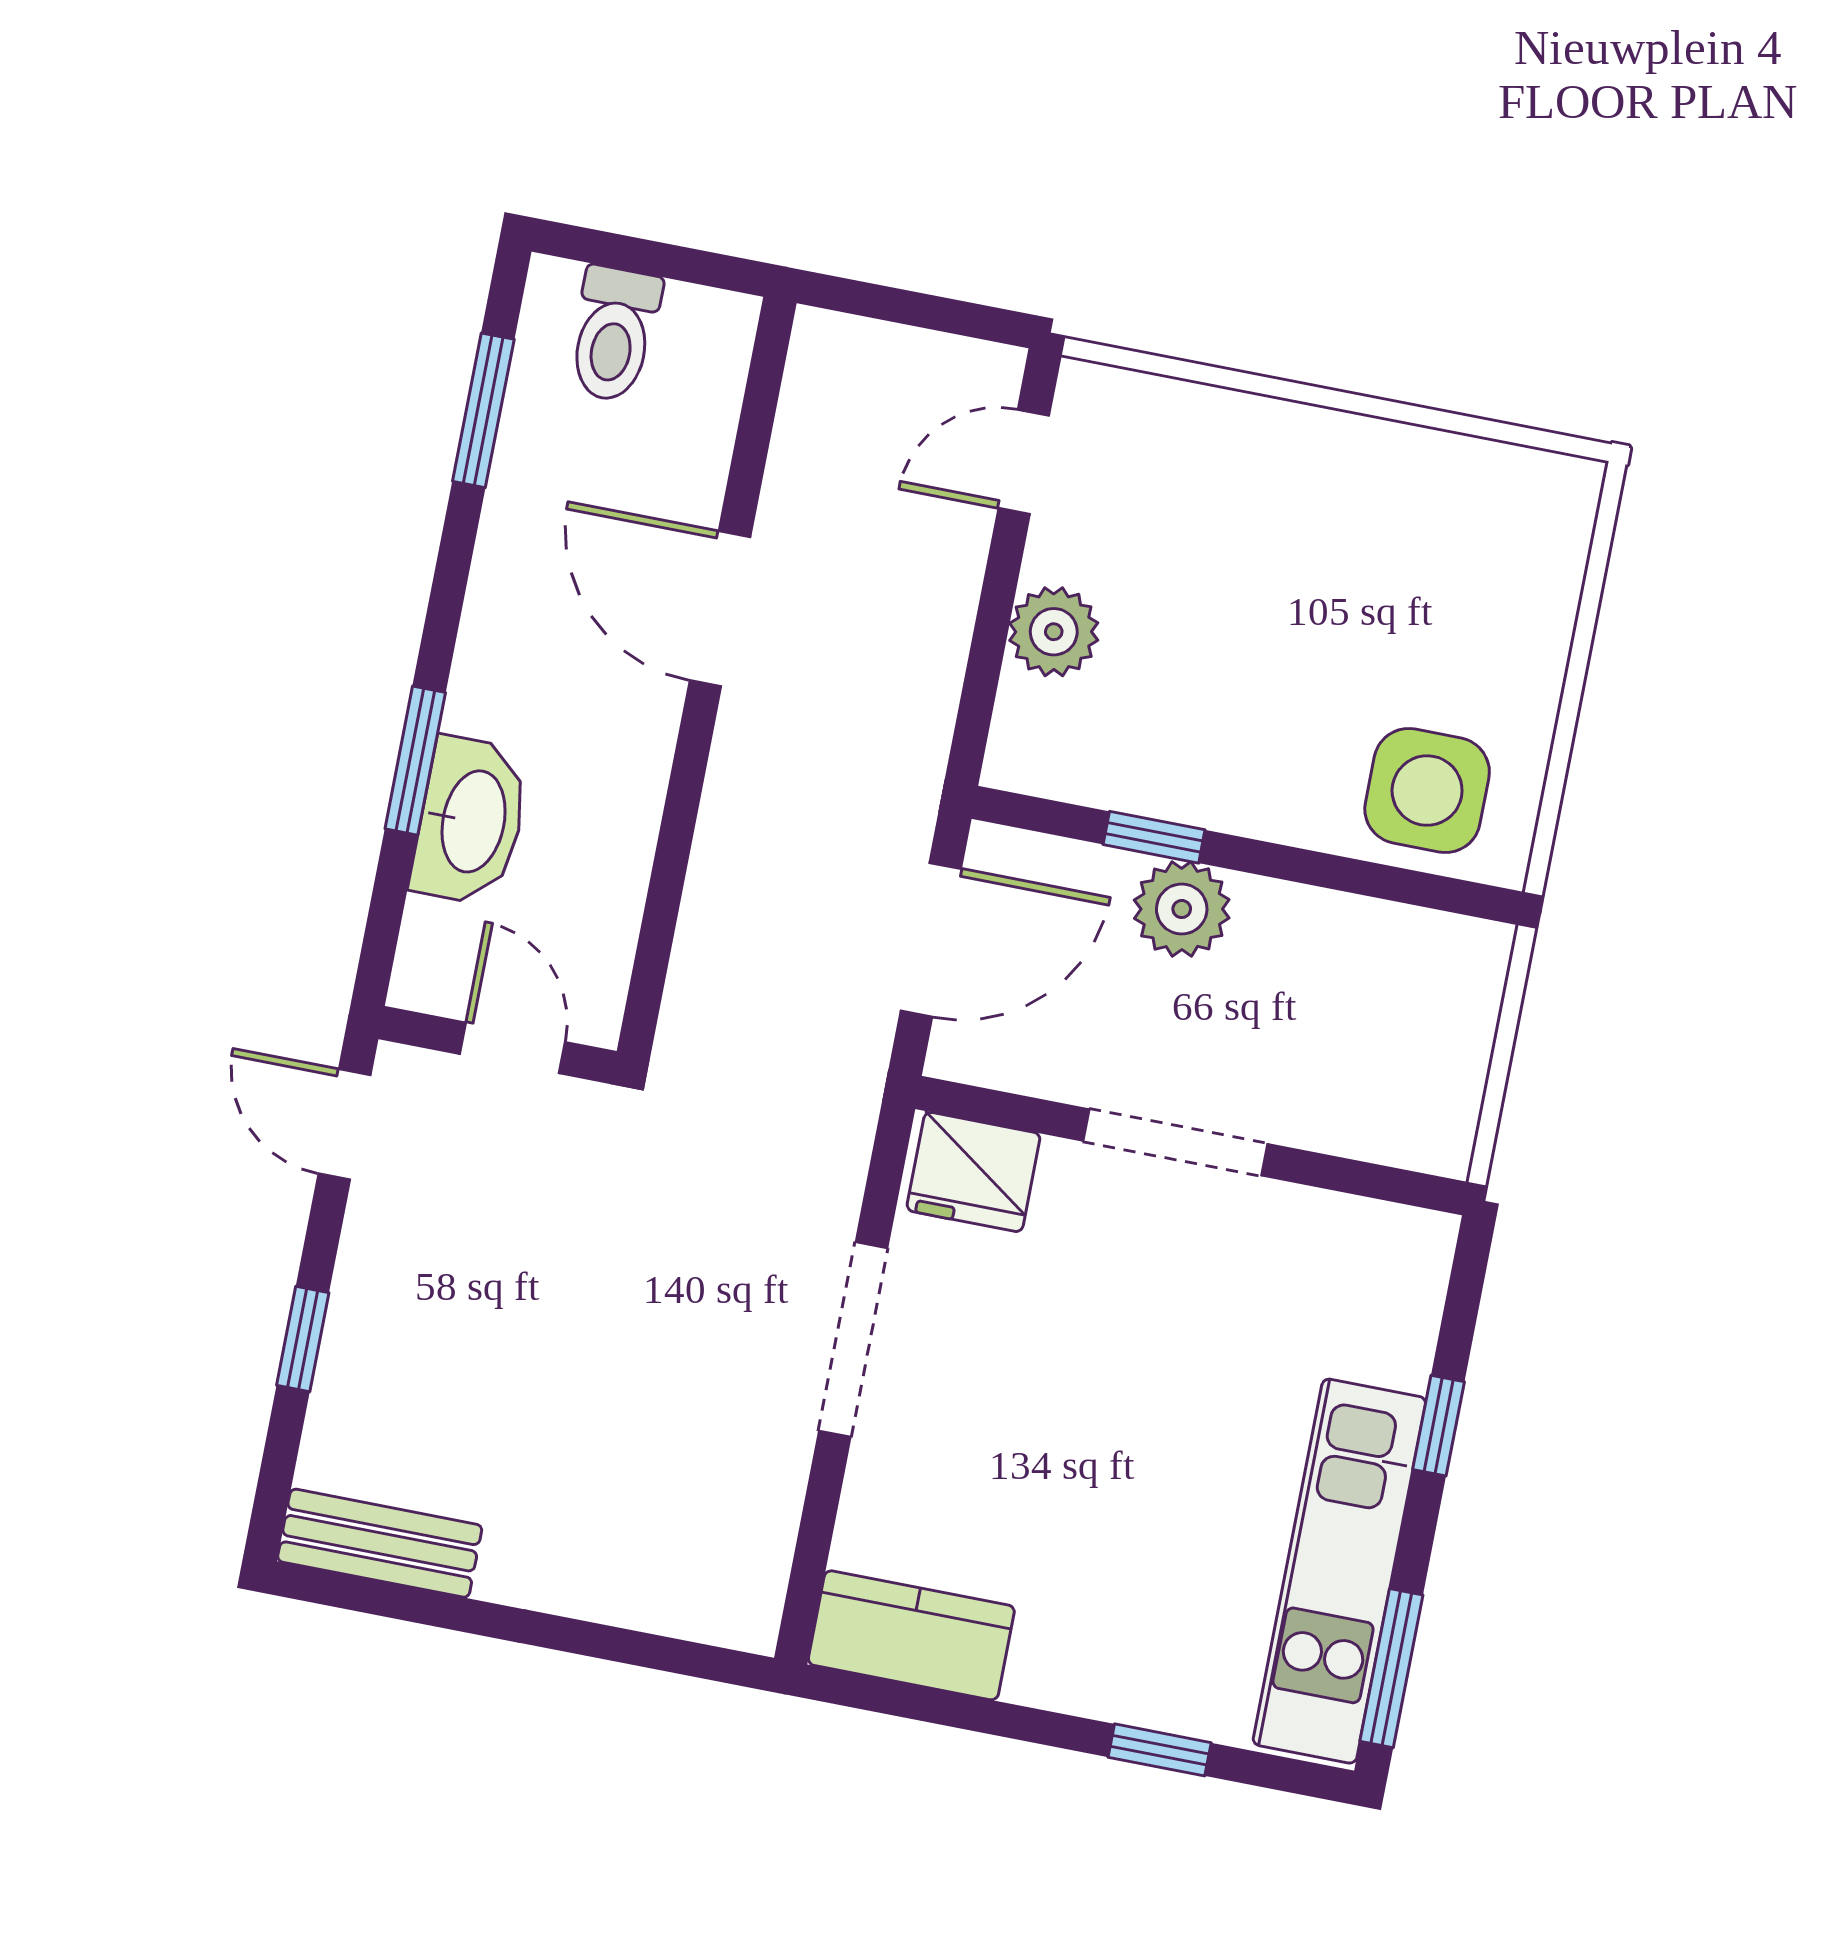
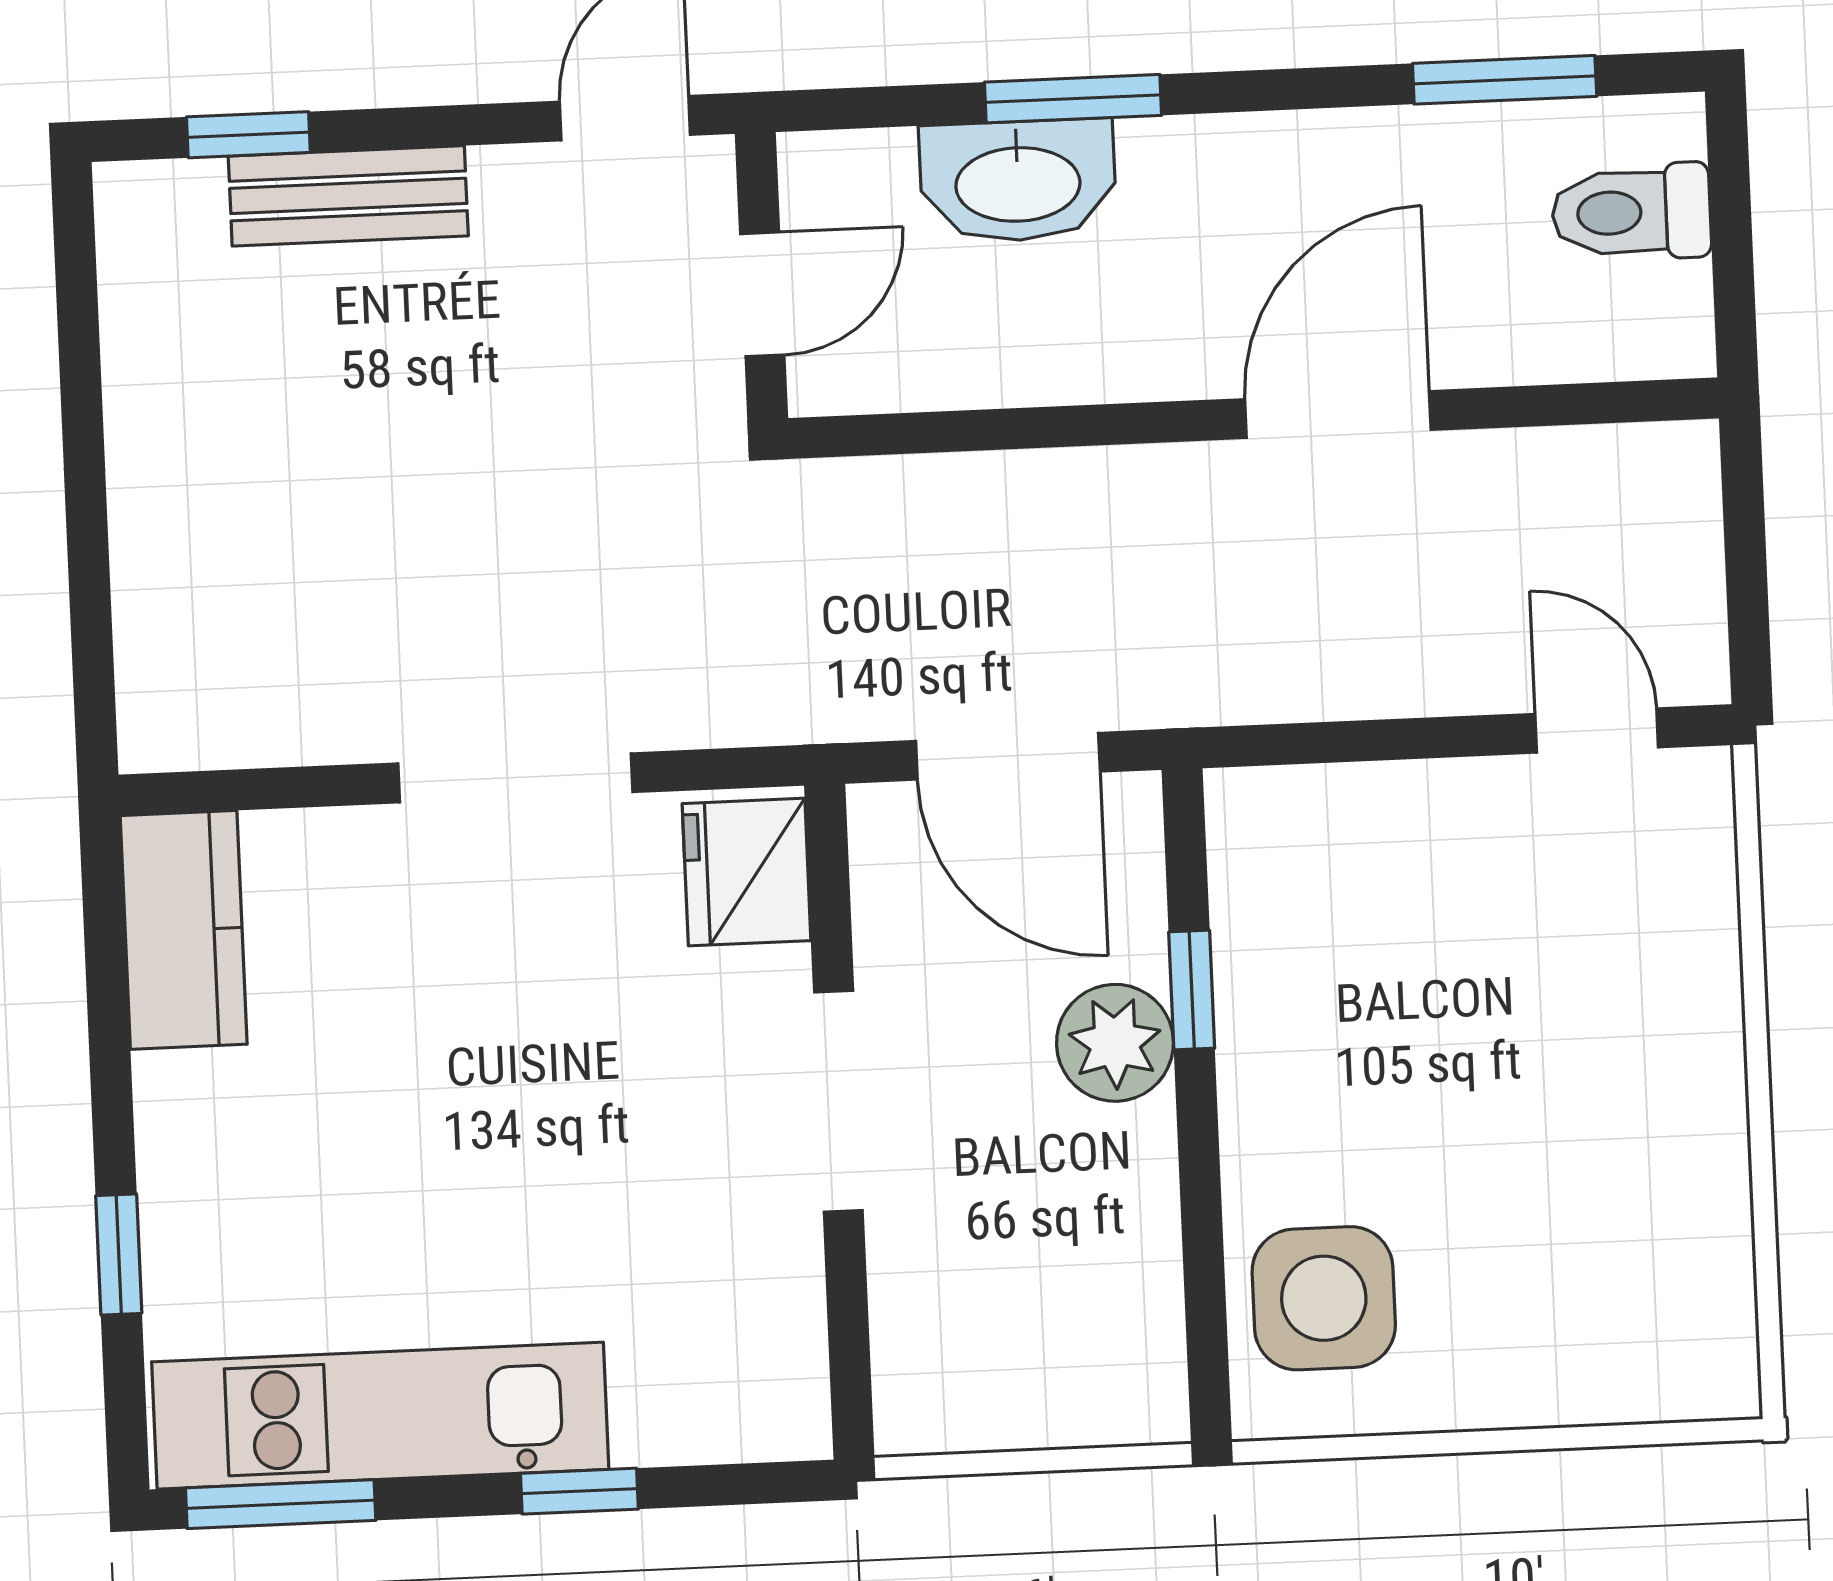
plant: (1054, 632) -> (1405, 814), removed
window: (303, 1339) -> (248, 135), moved
bench: (380, 1543) -> (348, 196), moved, turned 90

